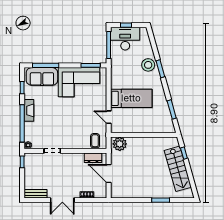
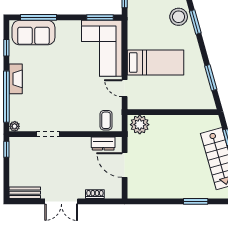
corner sofa: (79, 82) -> (102, 48), moved, turned 90

